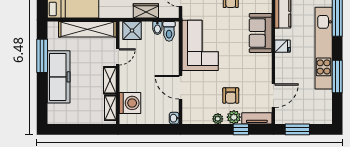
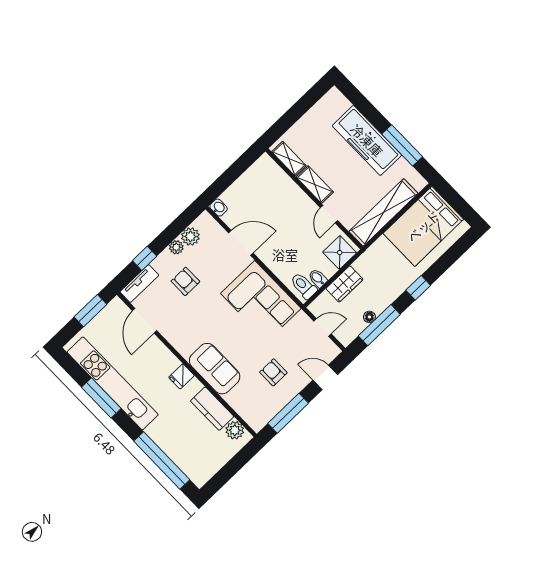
kitchen unit: (324, 48) -> (113, 383), moved
washing machine: (130, 103) -> (275, 181), removed
plant: (234, 117) -> (190, 236), moved

